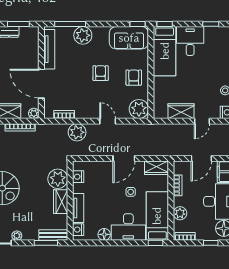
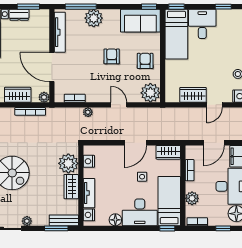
plant: (77, 132) -> (88, 112), width x0.53, depth x0.53

